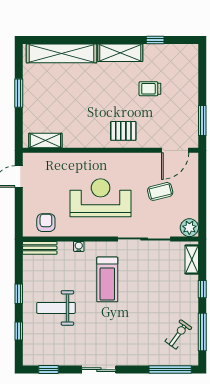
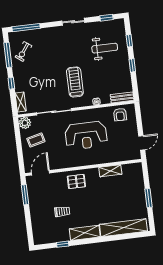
shelving: (45, 141) -> (110, 171), moved
coffee table: (160, 191) -> (36, 140), moved
weight bench: (56, 308) -> (105, 48), moved

